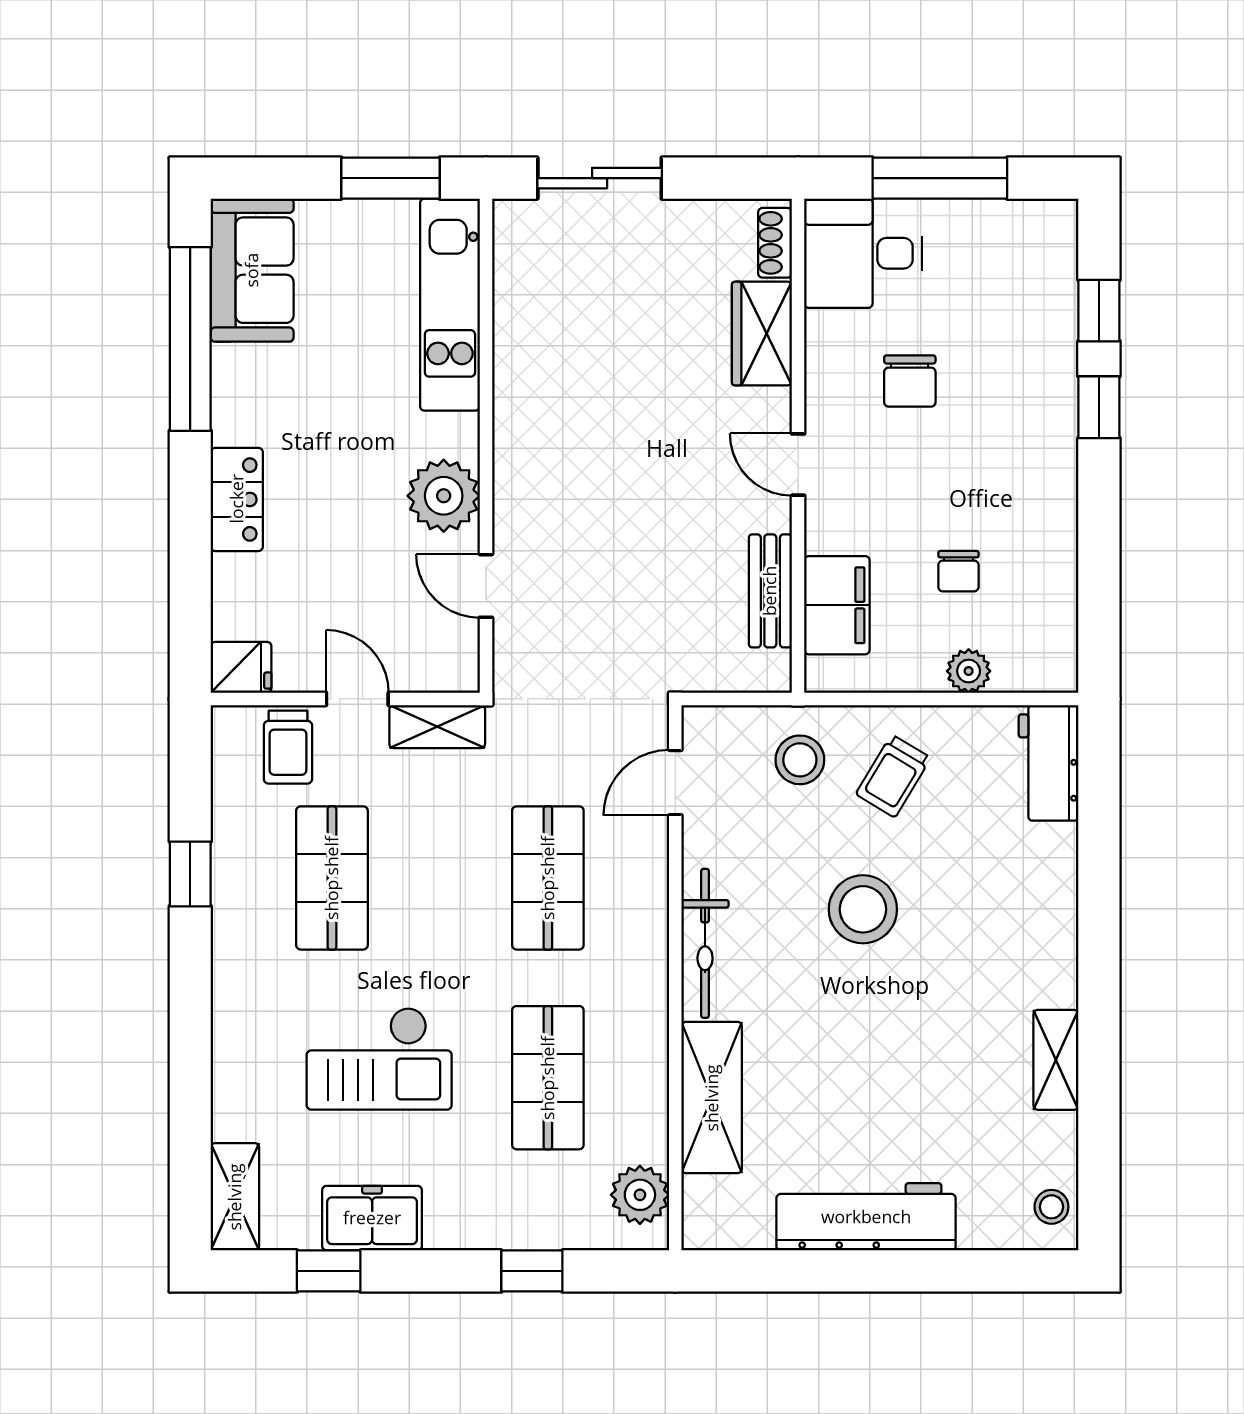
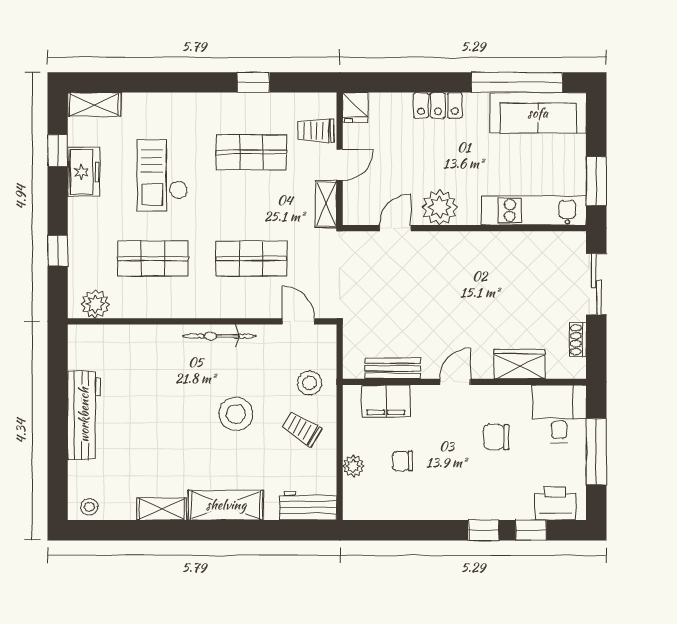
shoe rack: (775, 243) -> (578, 340), moved, turned -90
printer: (1045, 261) -> (555, 503), added
sofa: (252, 270) -> (538, 113), width x1.36
shelving: (712, 1098) -> (226, 505), moved

